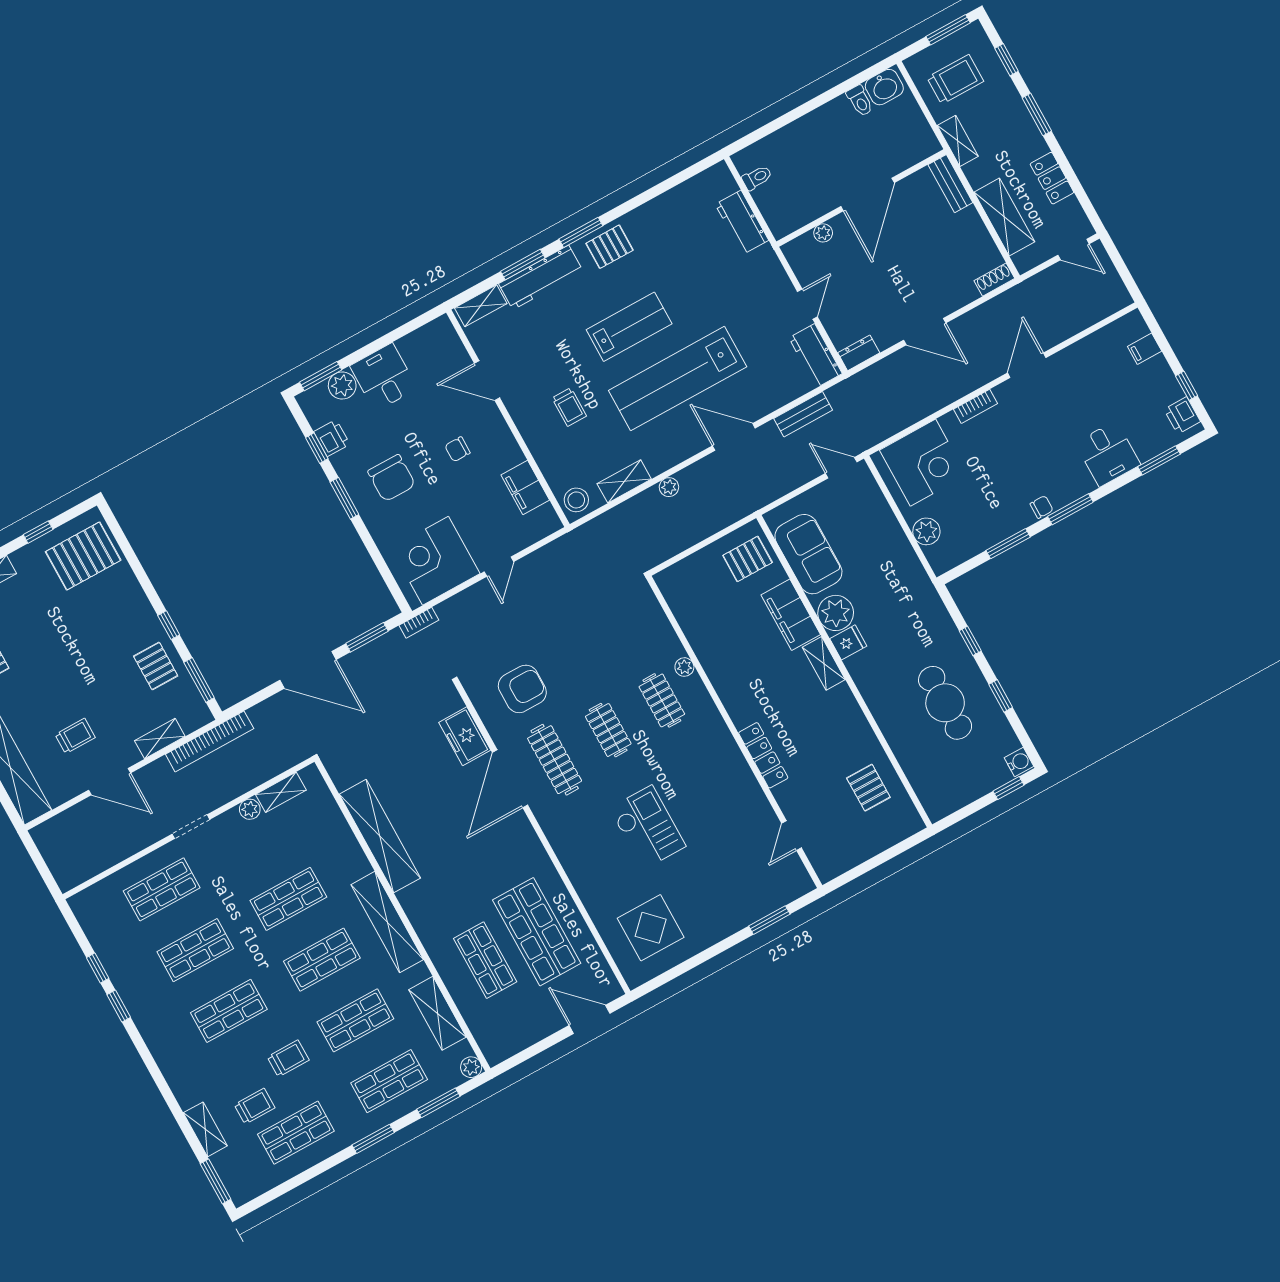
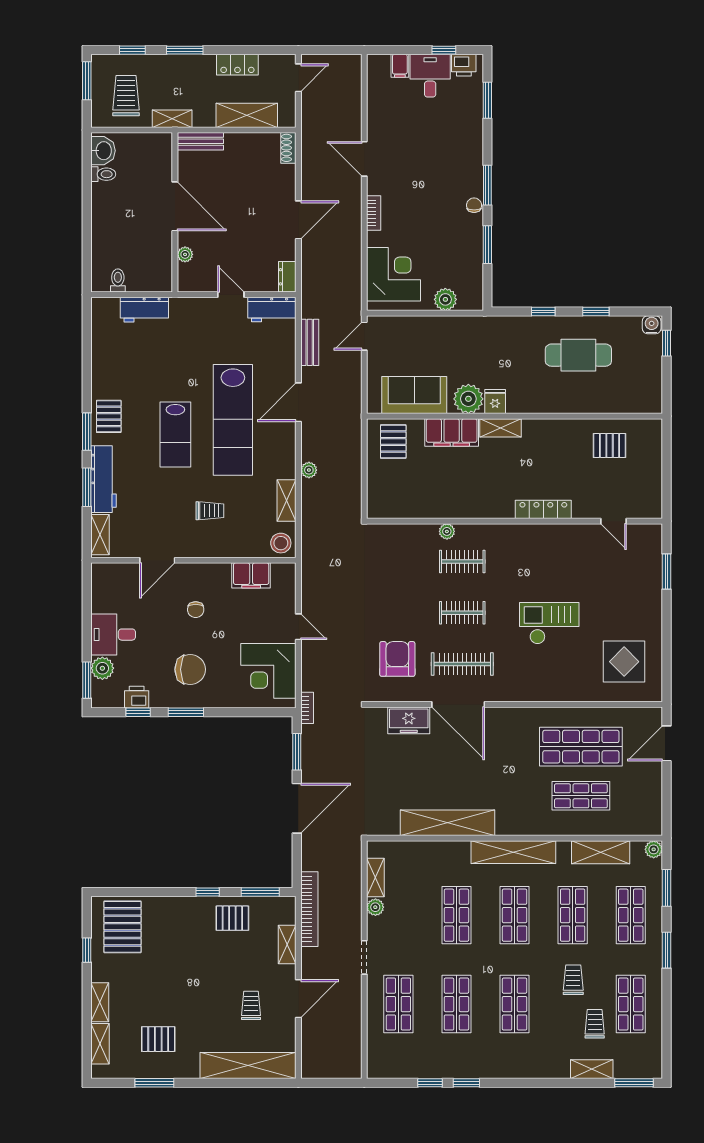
lab bench: (629, 327) -> (175, 434), turned 180
desk: (1108, 454) -> (430, 76), moved, turned -90

